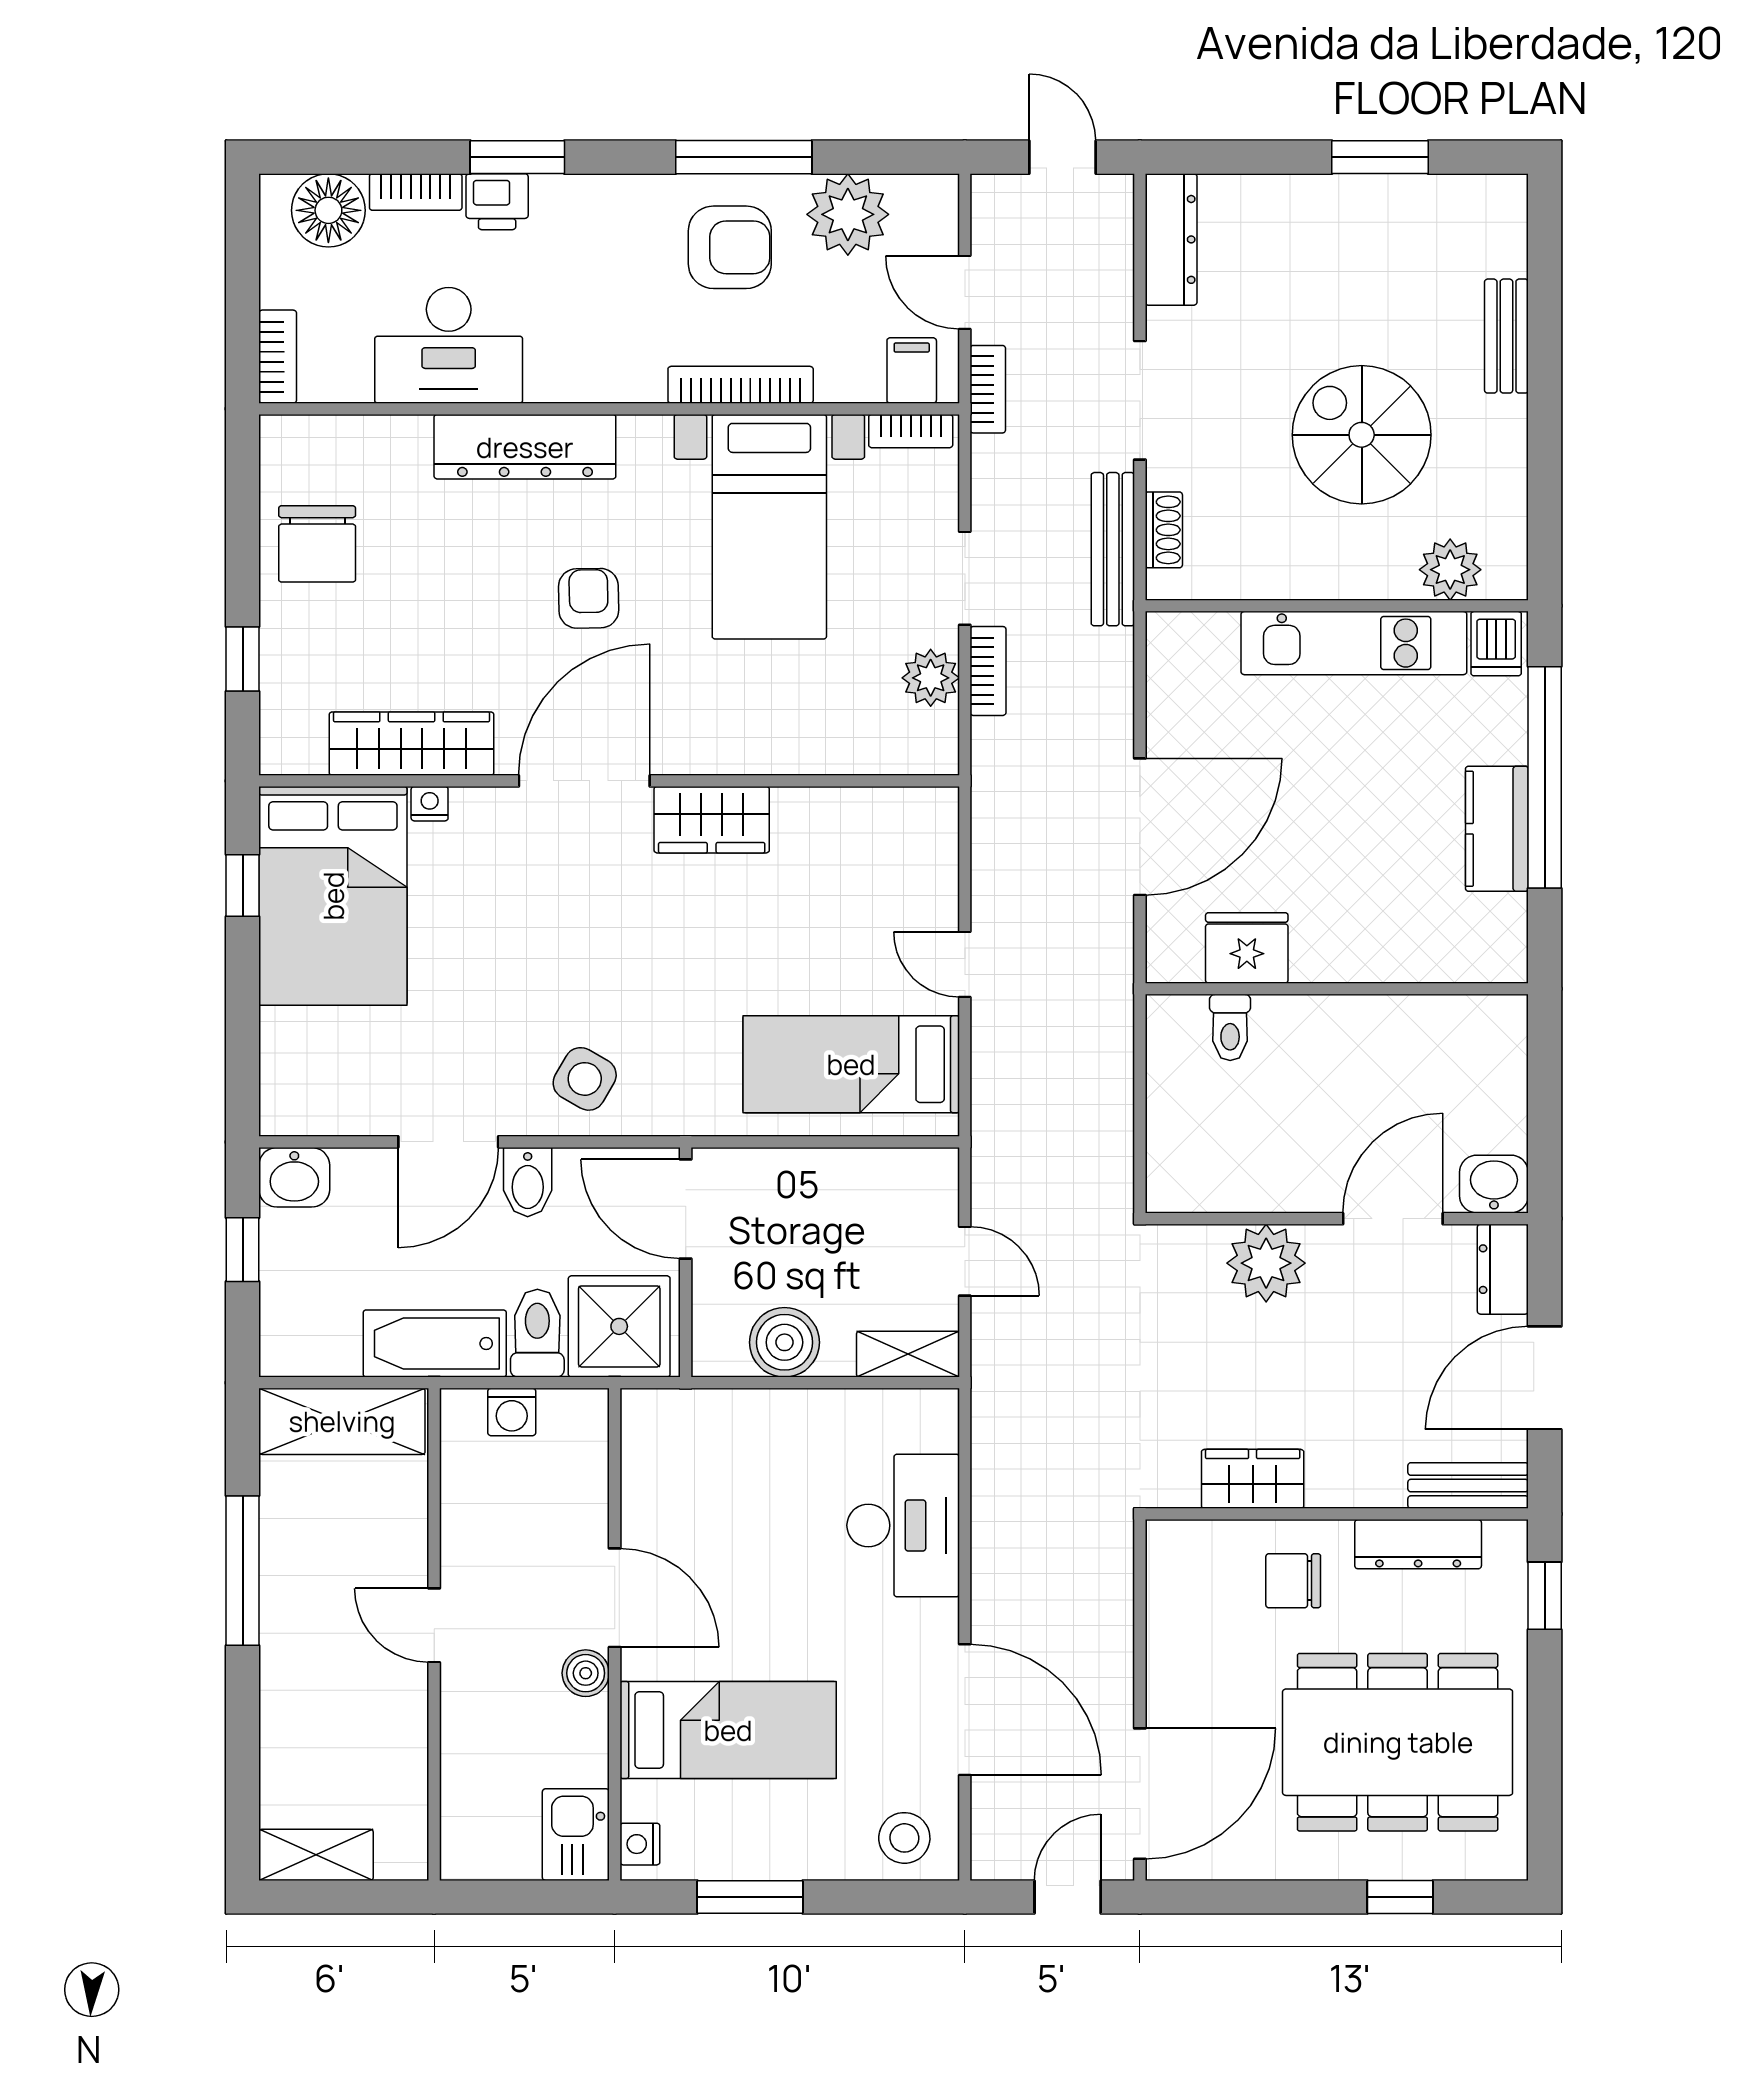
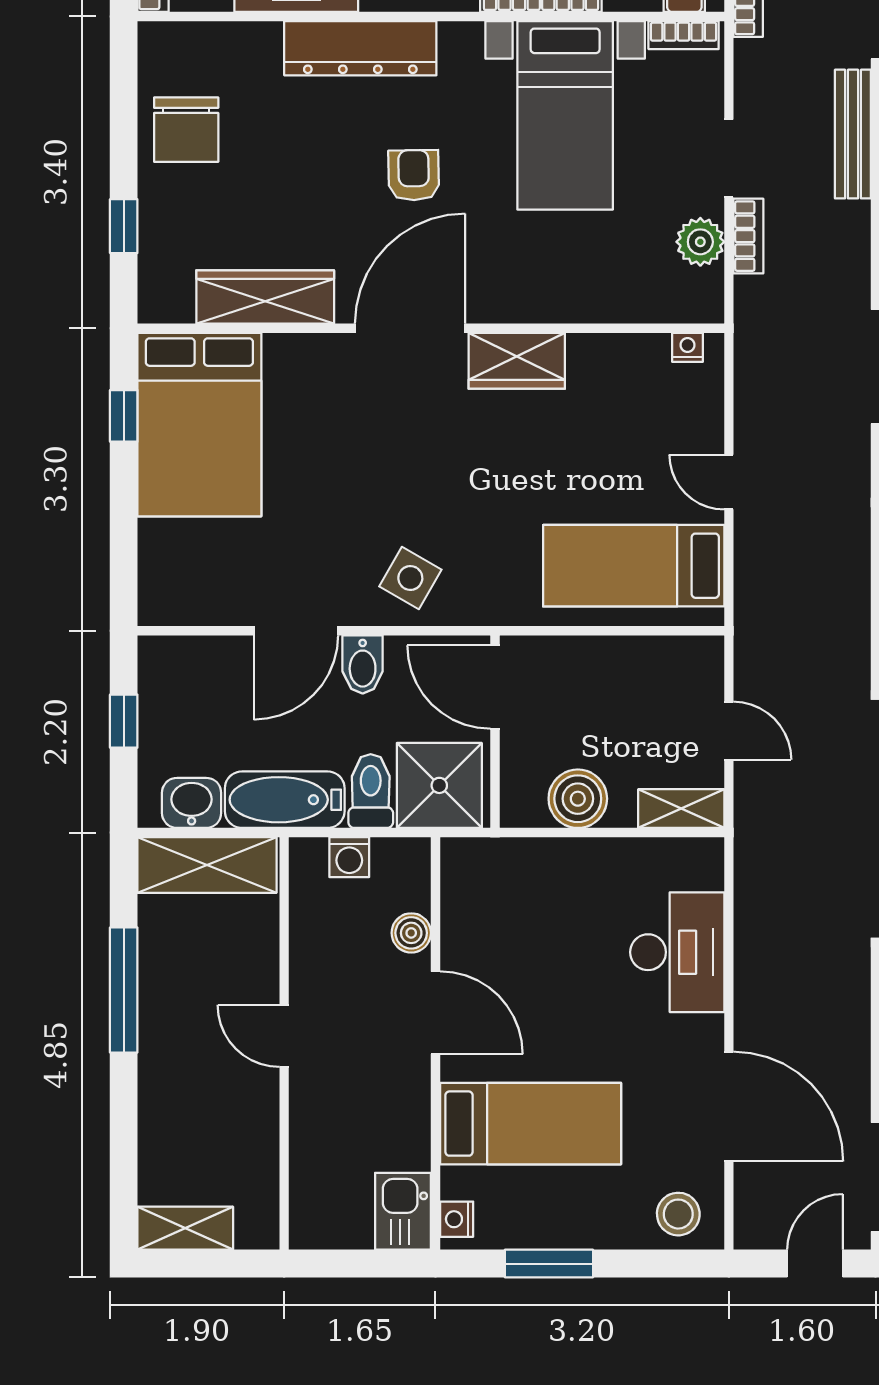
nightstand: (430, 804) -> (687, 347), moved
washbasin: (294, 1177) -> (192, 803), moved, turned 180
boiler: (586, 1673) -> (411, 933), moved

